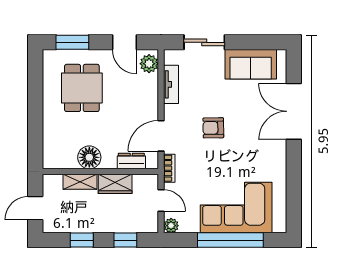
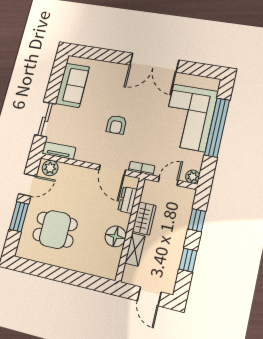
window: (72, 42) -> (19, 217), moved
tv unit: (171, 84) -> (59, 151), moved
double door: (294, 111) -> (154, 63), moved

